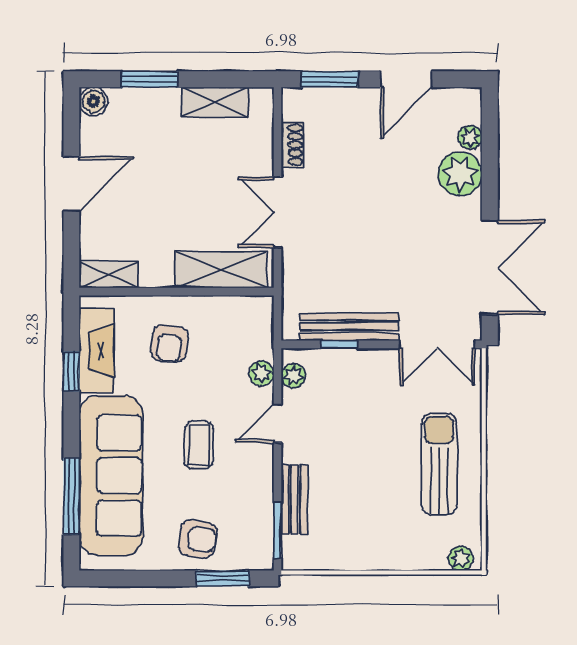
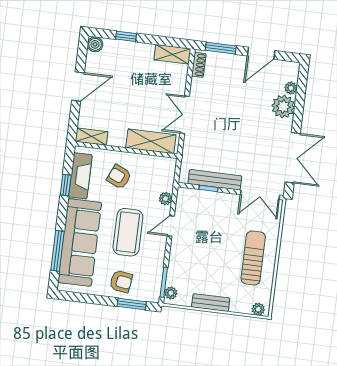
window: (150, 79) -> (126, 36), width x0.67
shelving: (215, 102) -> (172, 54), moved
shoe rack: (292, 145) -> (199, 65), moved
armchair: (169, 344) -> (119, 177), turned 107
plant: (293, 376) -> (171, 293), moved
coffee table: (199, 445) -> (128, 232), width x1.86, depth x1.72
bench: (294, 499) -> (211, 303), moved, turned 90

